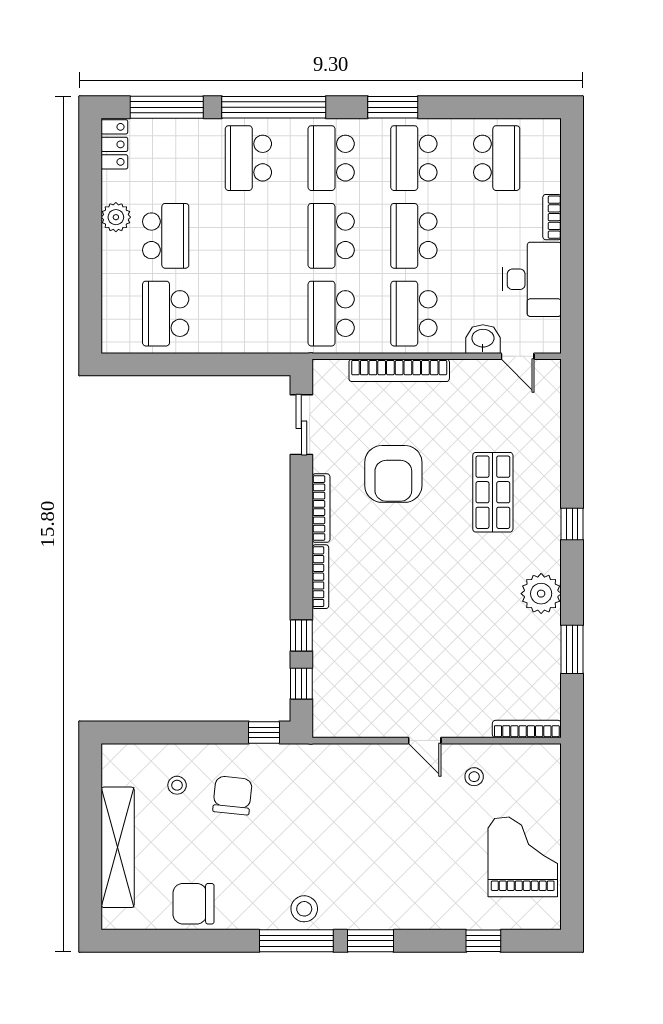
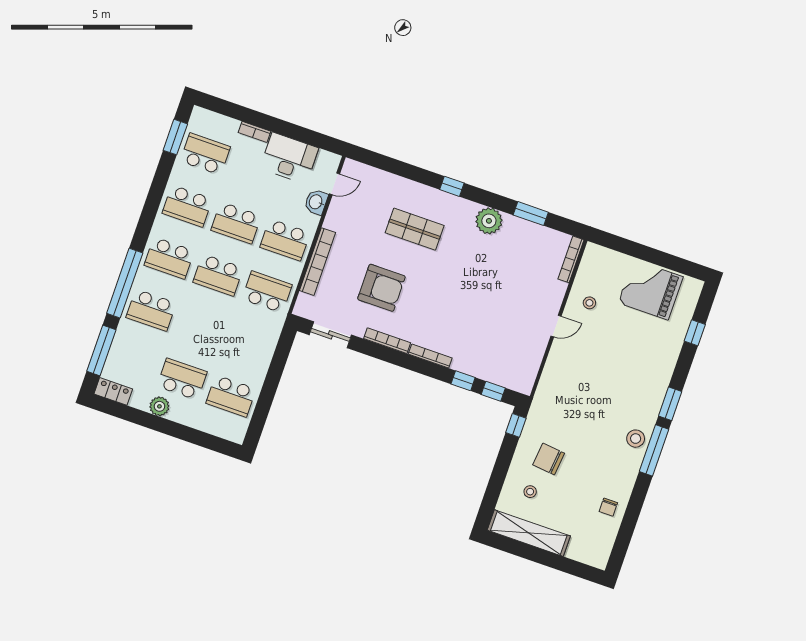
window: (393, 107) -> (175, 137), moved
school desk: (331, 314) -> (267, 292), turned 180
shelving: (118, 847) -> (529, 533), moved
chair: (193, 904) -> (608, 507), width x0.54, depth x0.54

